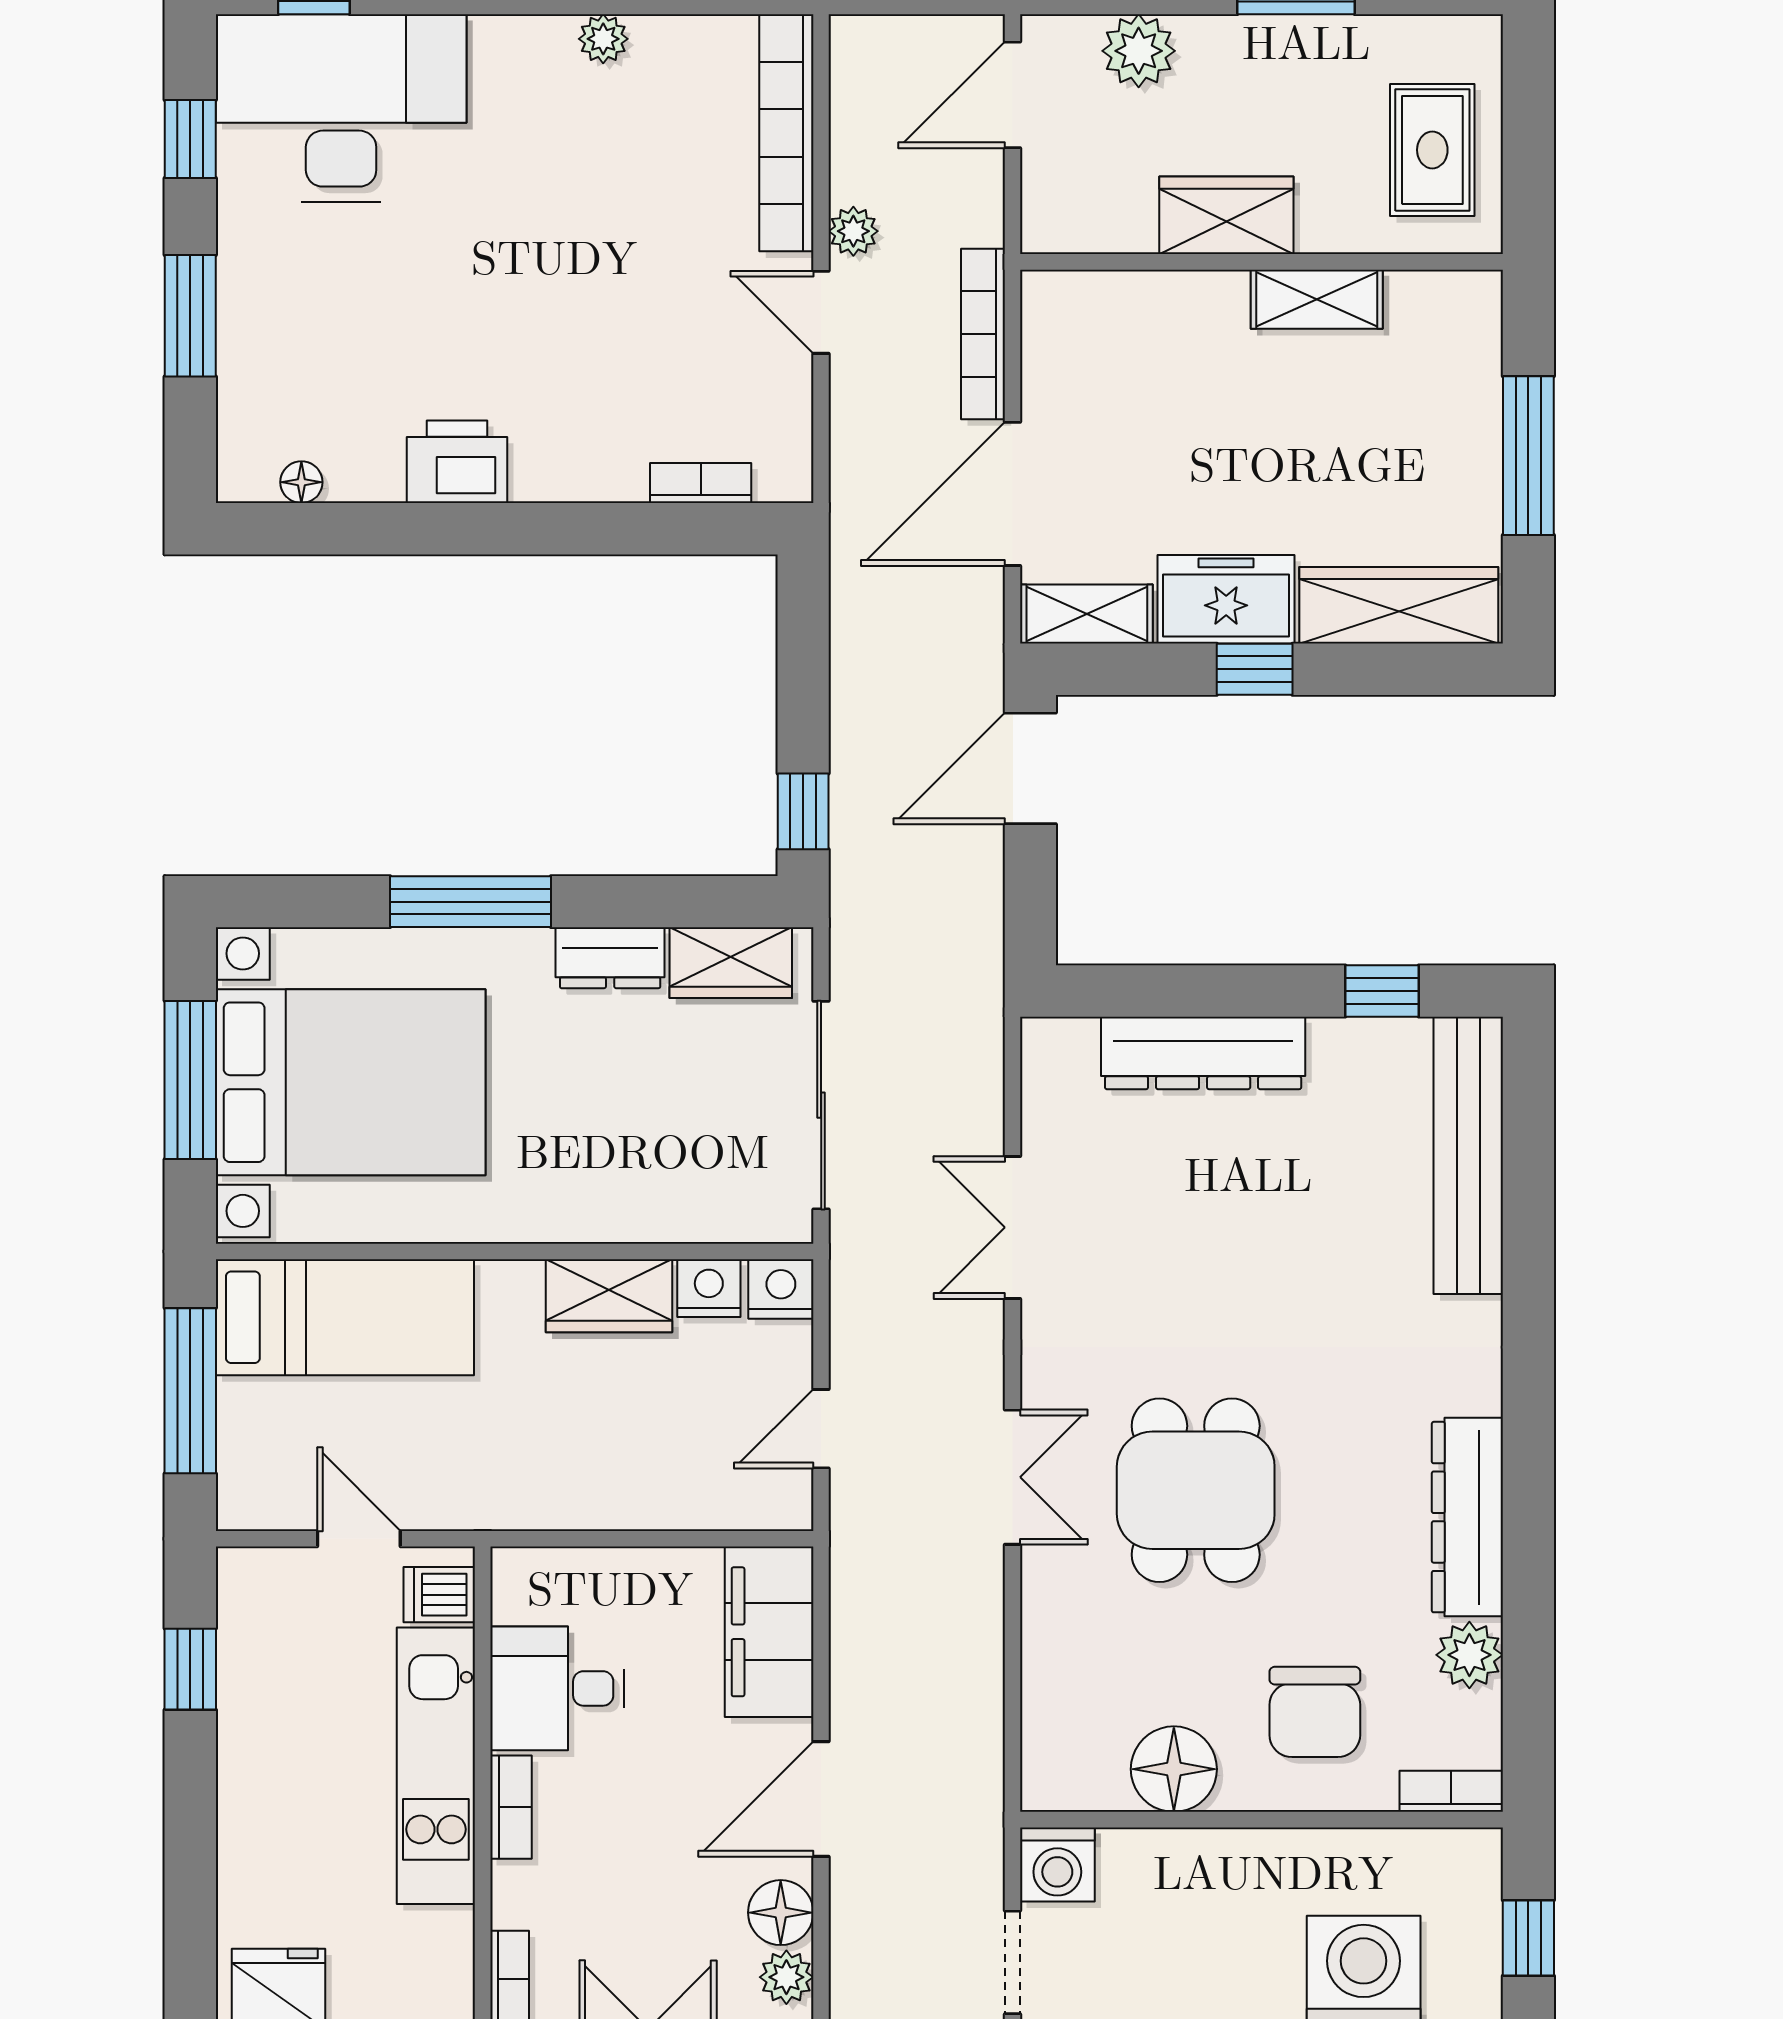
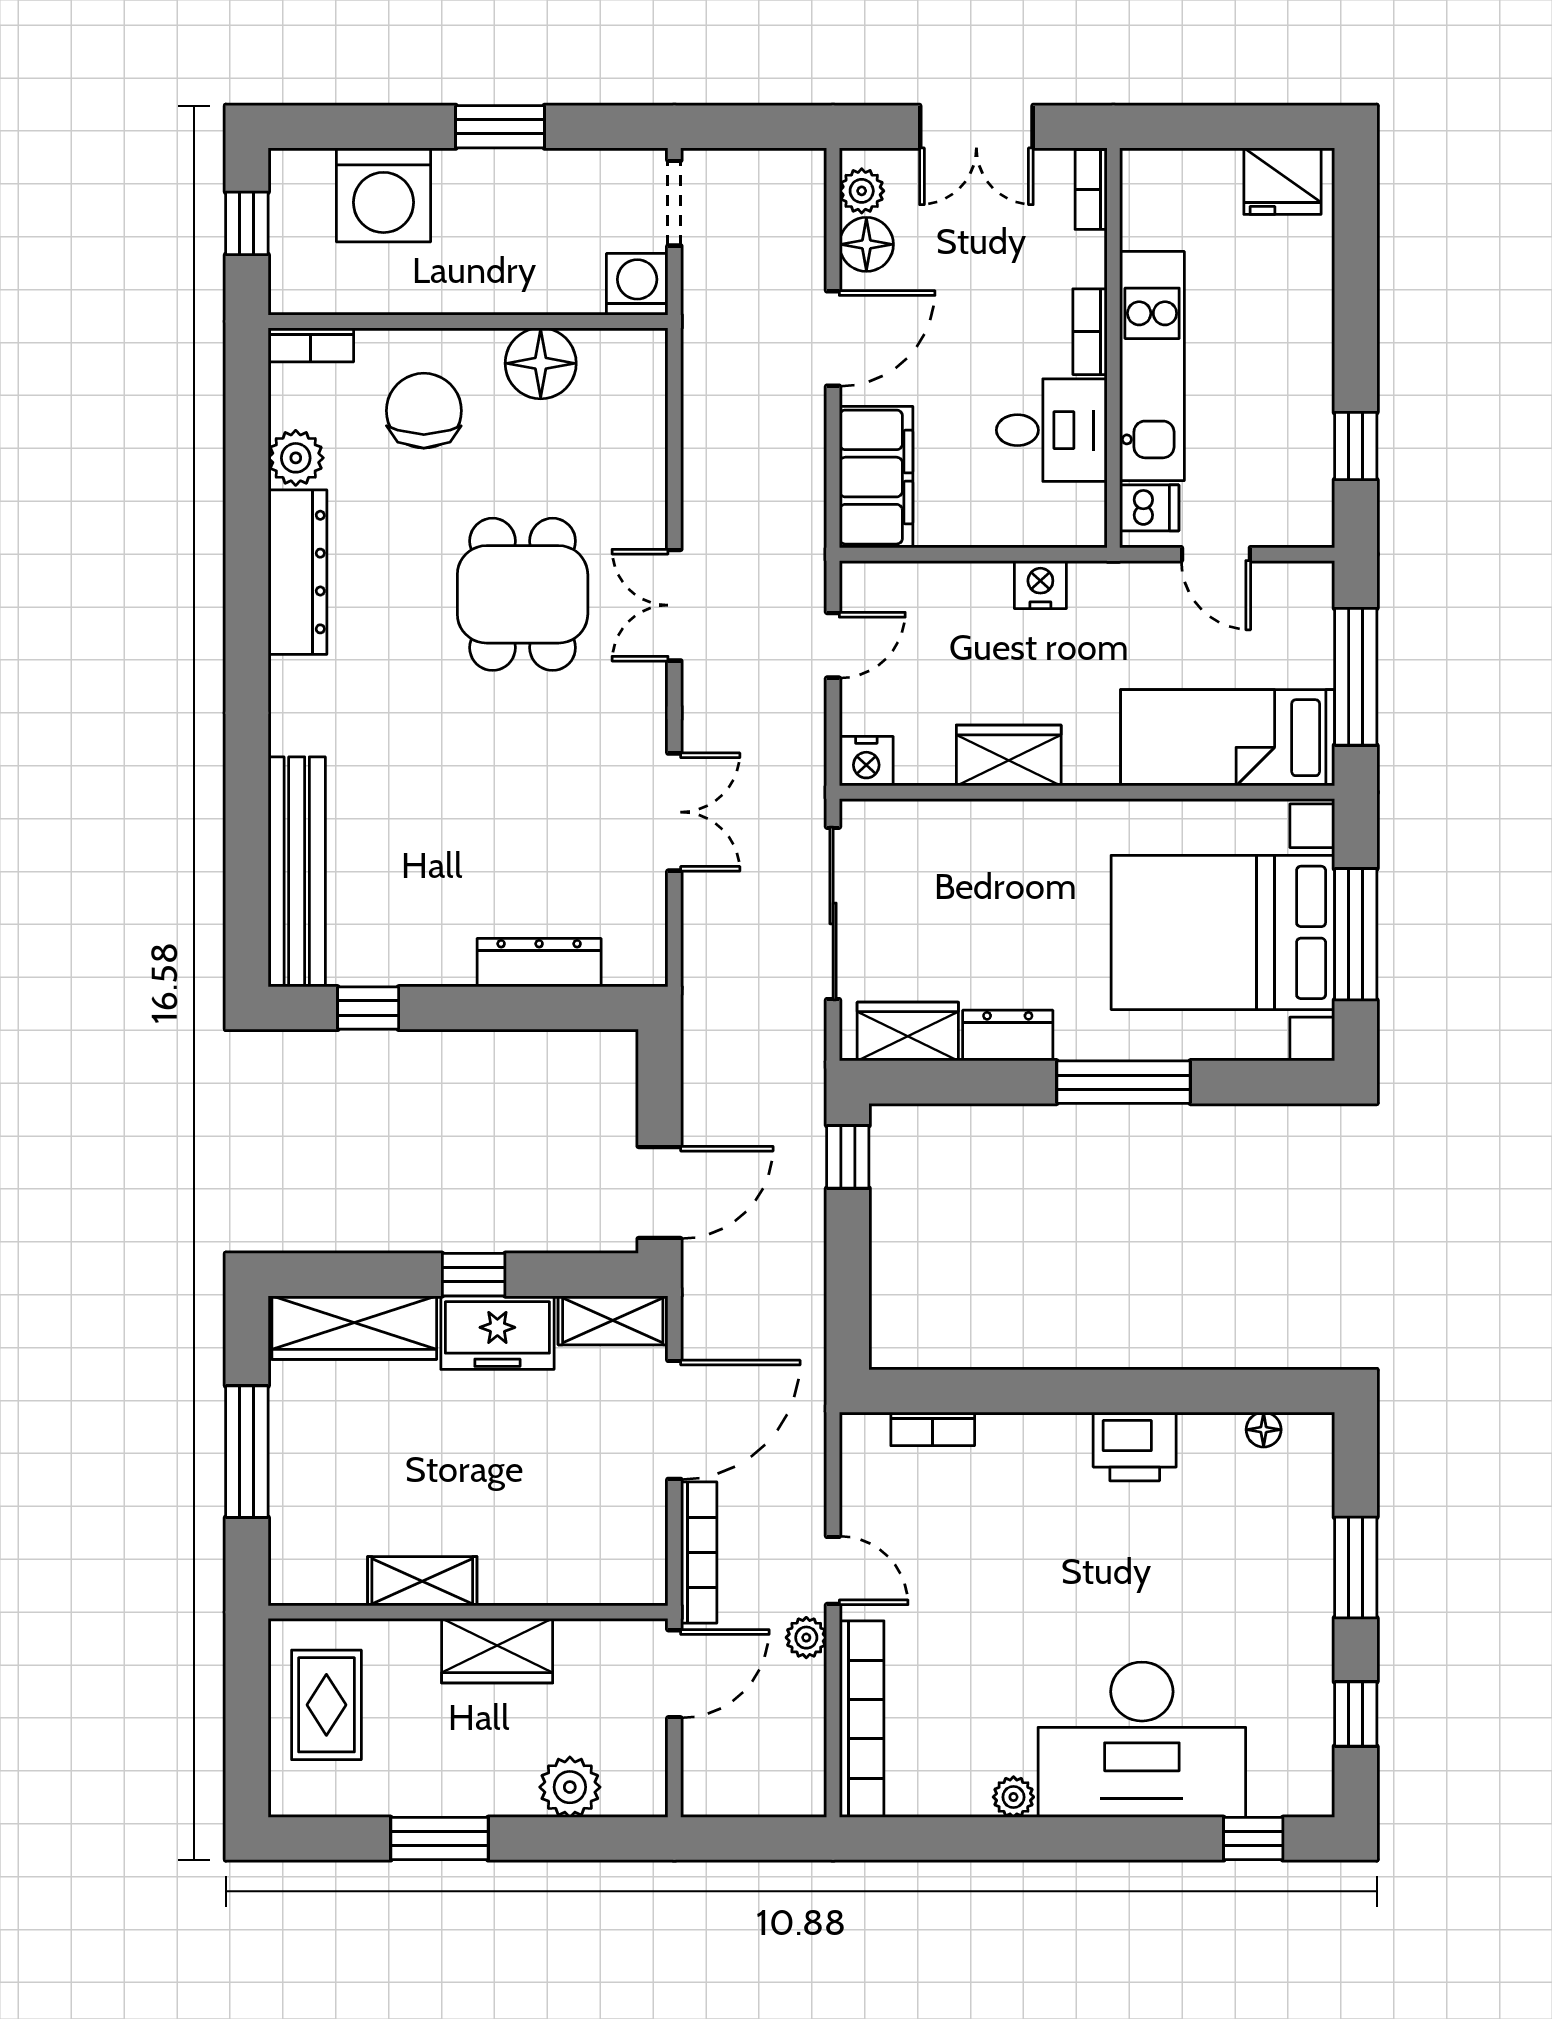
door: (1013, 95) -> (674, 1674), moved
desk: (341, 108) -> (1142, 1740), moved
dresser: (1203, 1053) -> (539, 963), width x0.73, depth x0.80
nightstand: (709, 1288) -> (1040, 585), moved, turned 180

